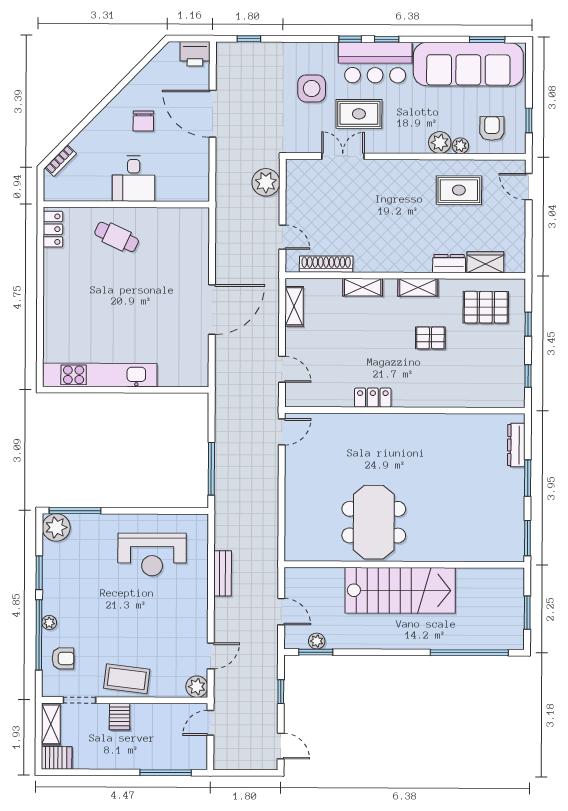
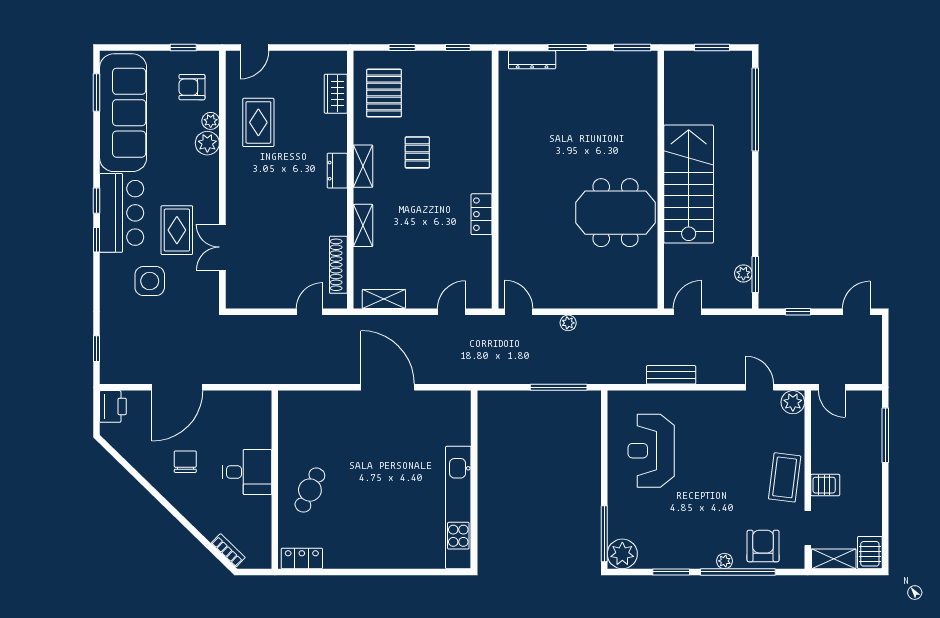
chair: (143, 121) -> (185, 462), turned -90
plant: (266, 182) -> (568, 323), moved, width x0.53, depth x0.53
dresser: (449, 264) -> (337, 171), moved
reception desk: (152, 555) -> (651, 451), turned 180
door: (281, 612) -> (687, 312), moved
armchair: (63, 658) -> (763, 546), width x1.38, depth x1.38

